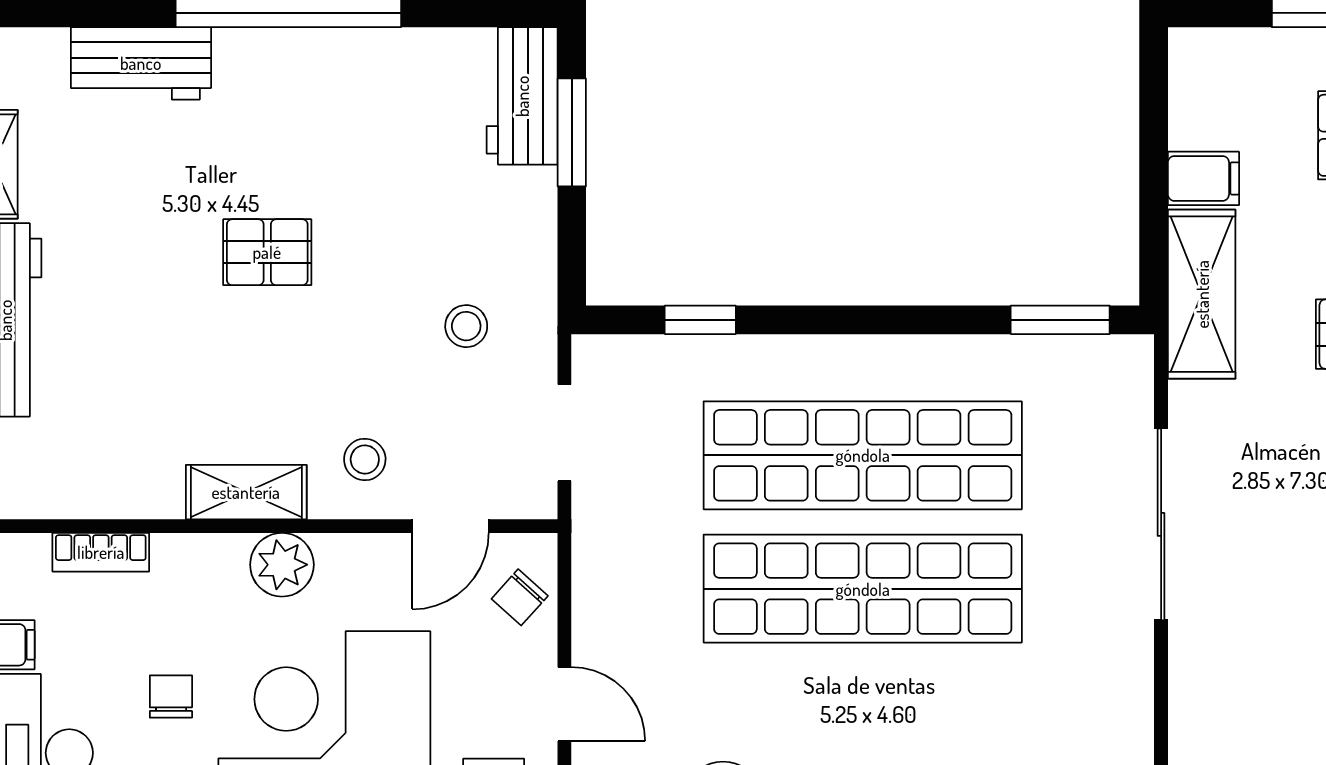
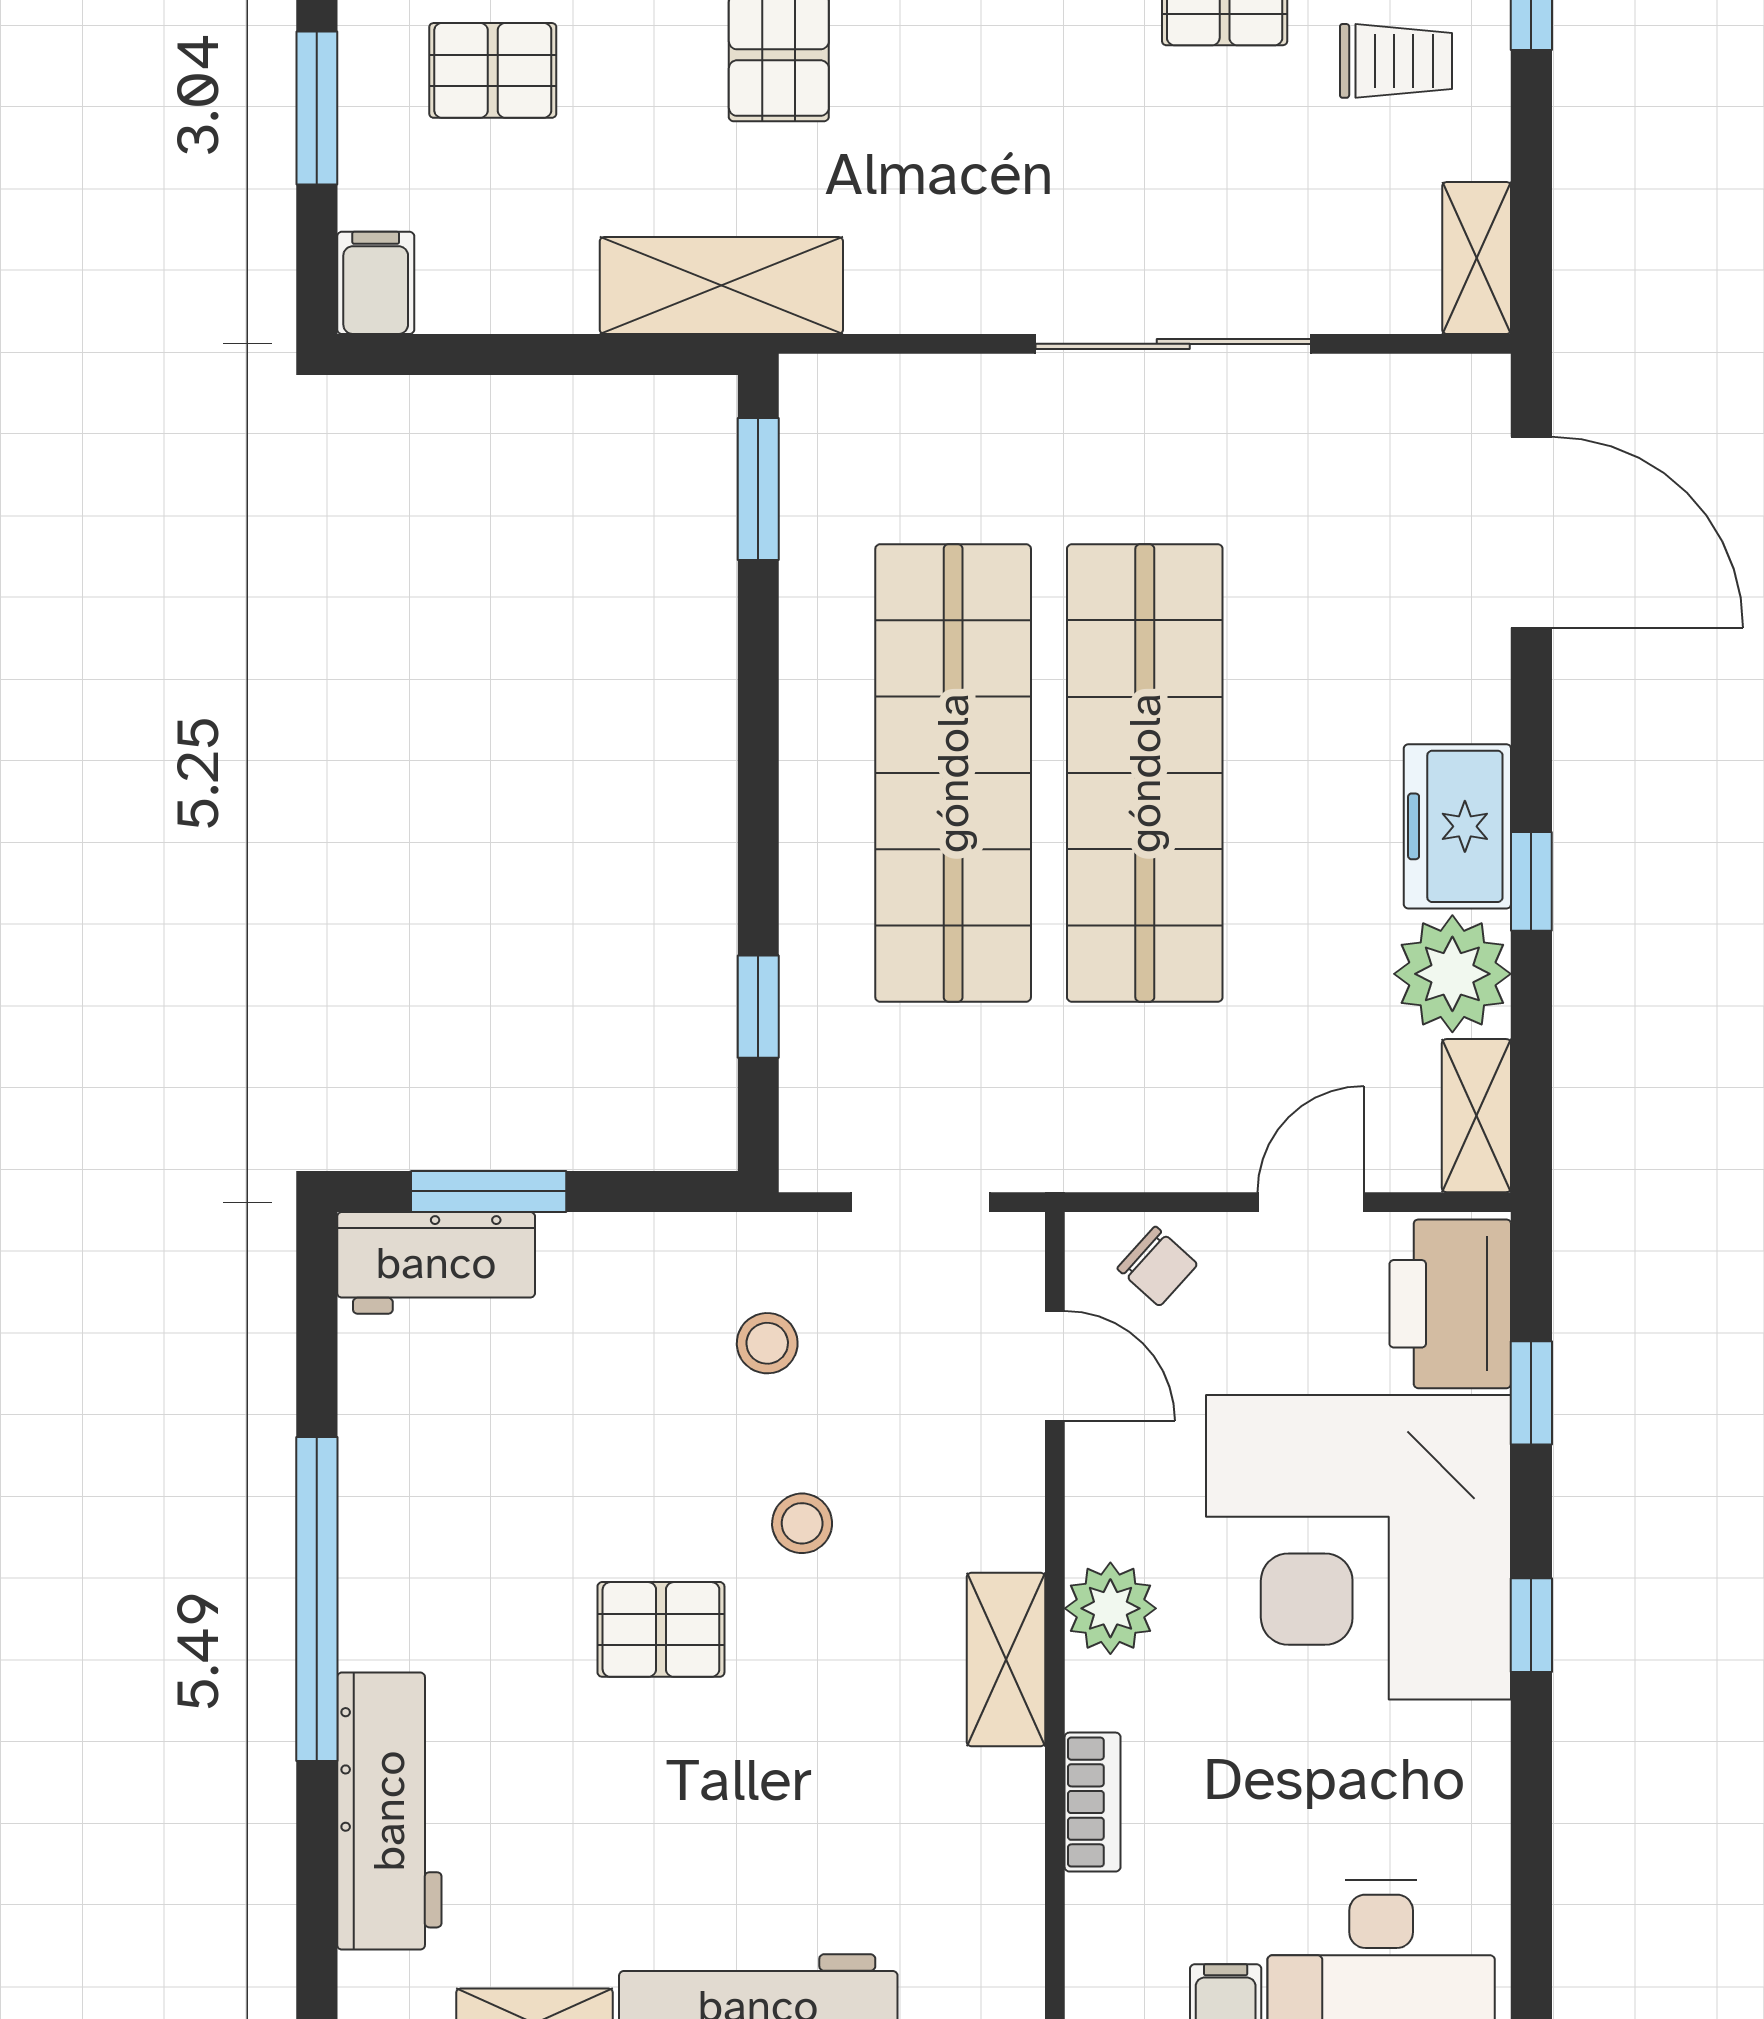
workbench: (141, 63) -> (389, 1811), width x1.38
filing cabinet: (1203, 178) -> (376, 283), moved
pallet: (267, 252) -> (661, 1629), turned 90
stool: (365, 459) -> (802, 1523), moved
sliding door: (1161, 524) -> (1173, 344), moved
bookcase: (101, 552) -> (1093, 1802), moved
chair: (171, 696) -> (1300, 1768), removed

